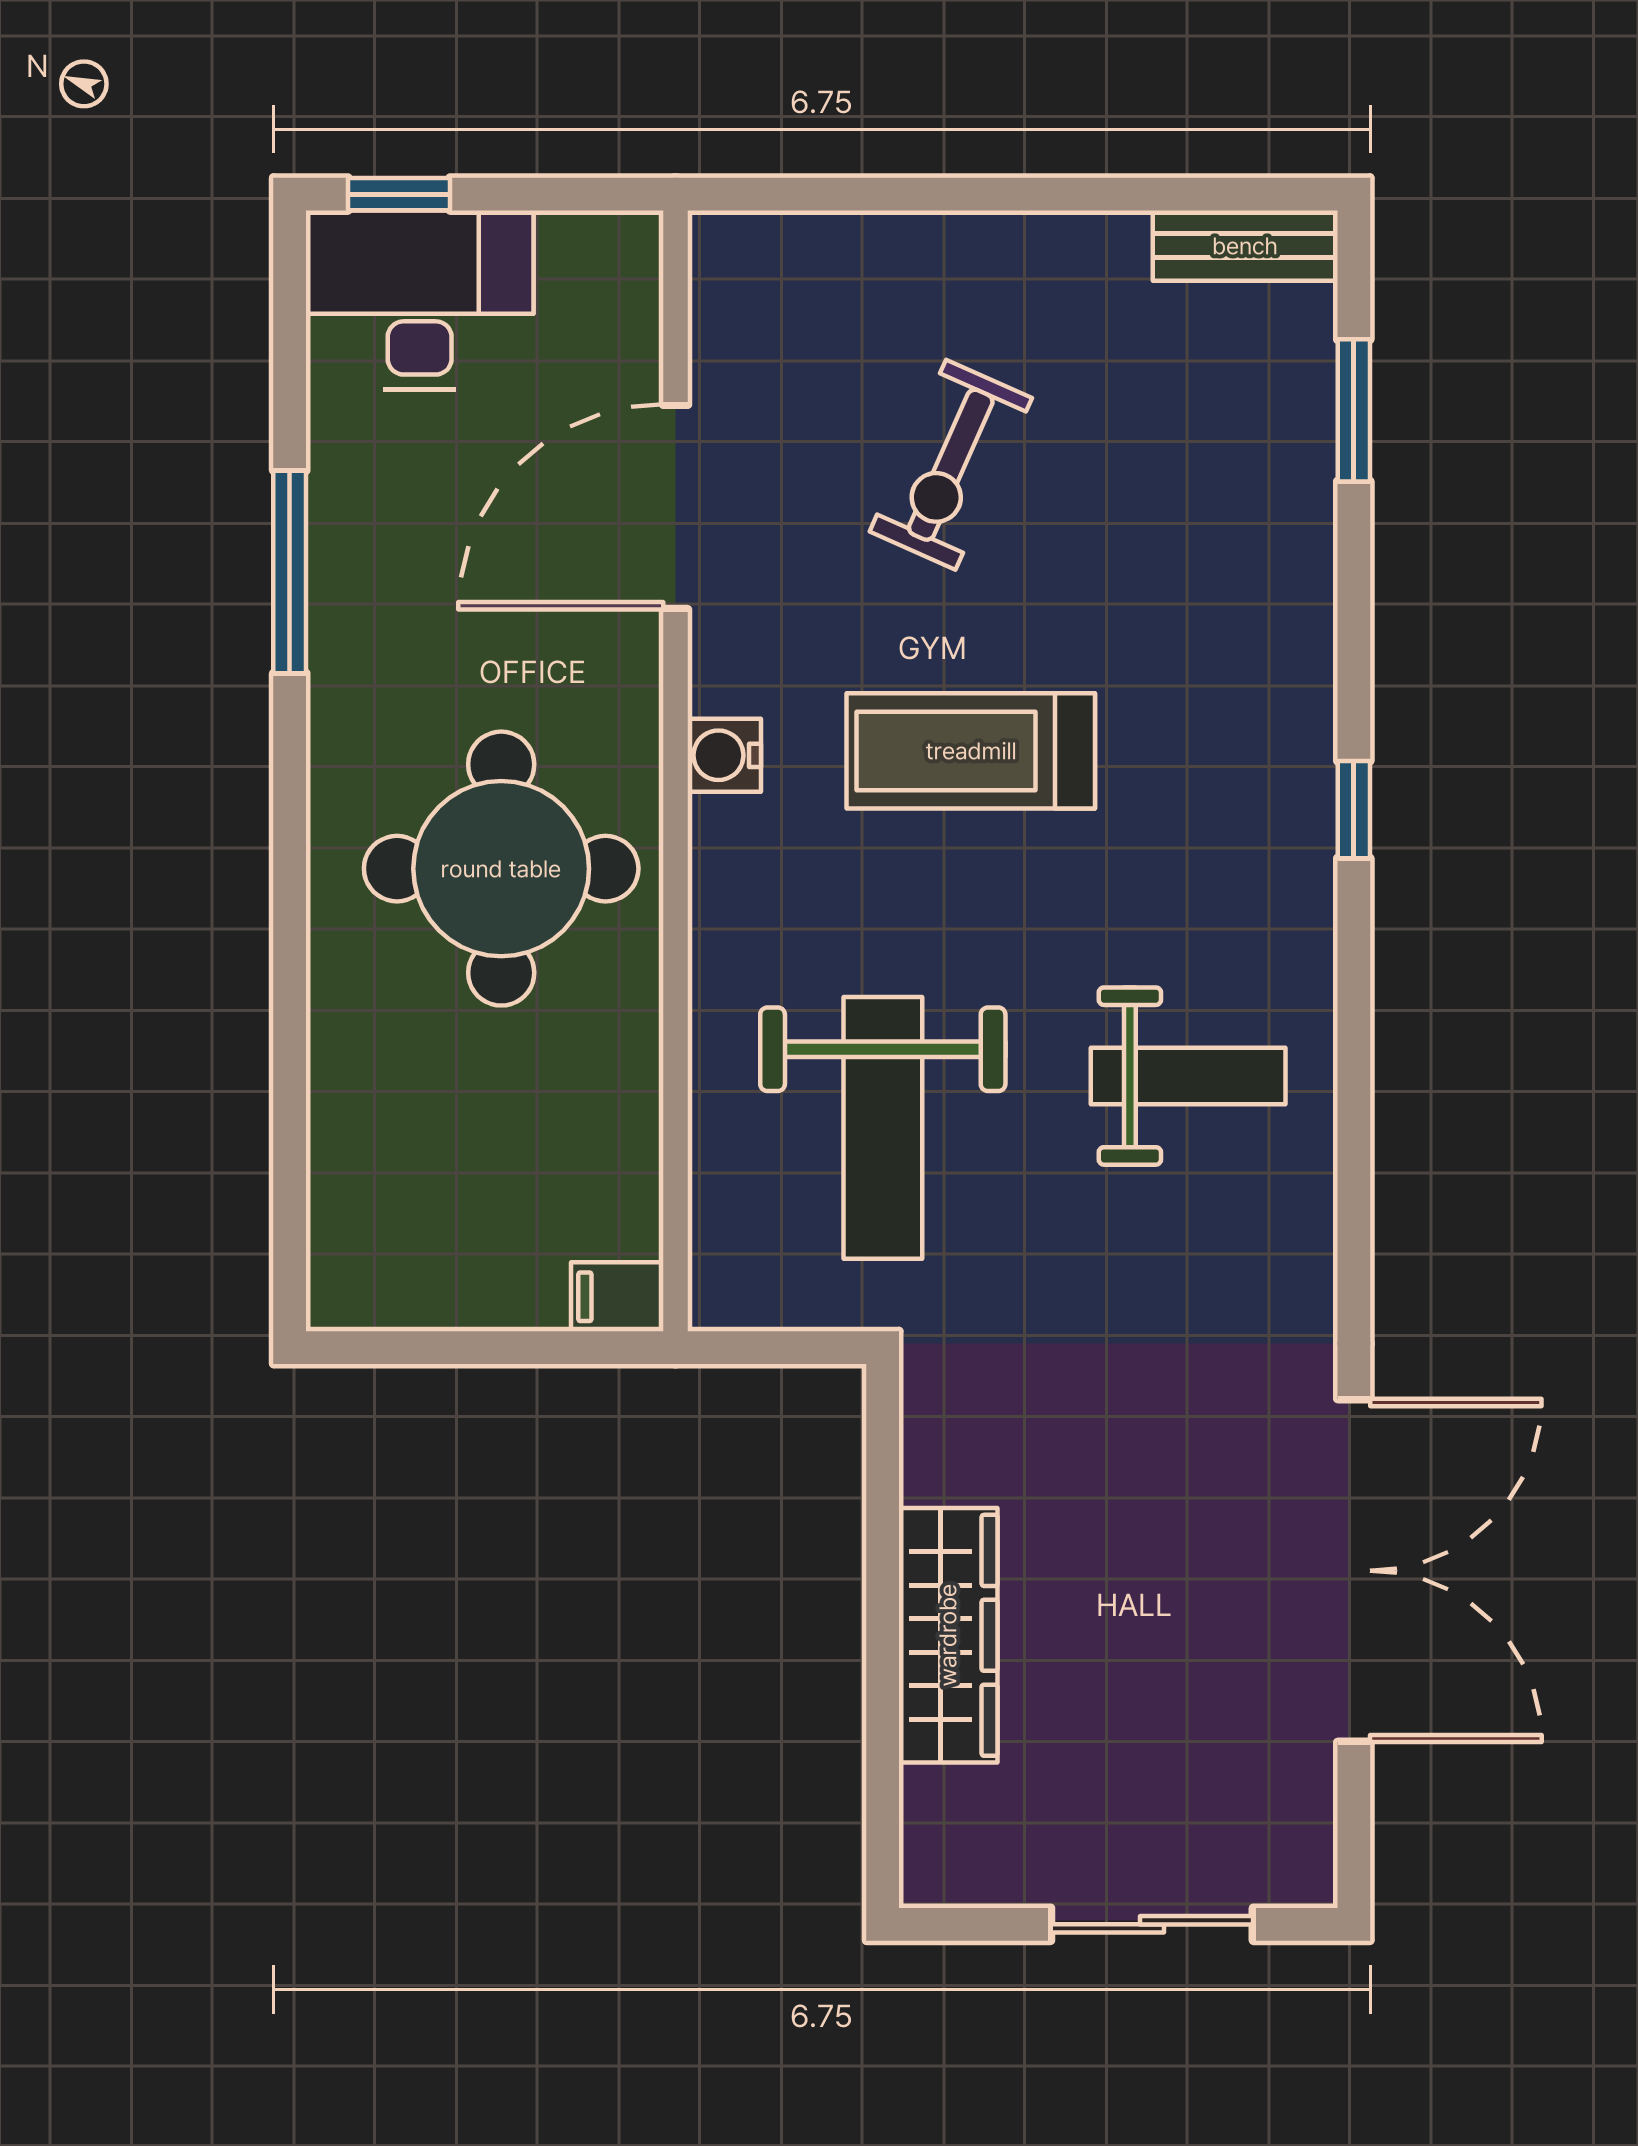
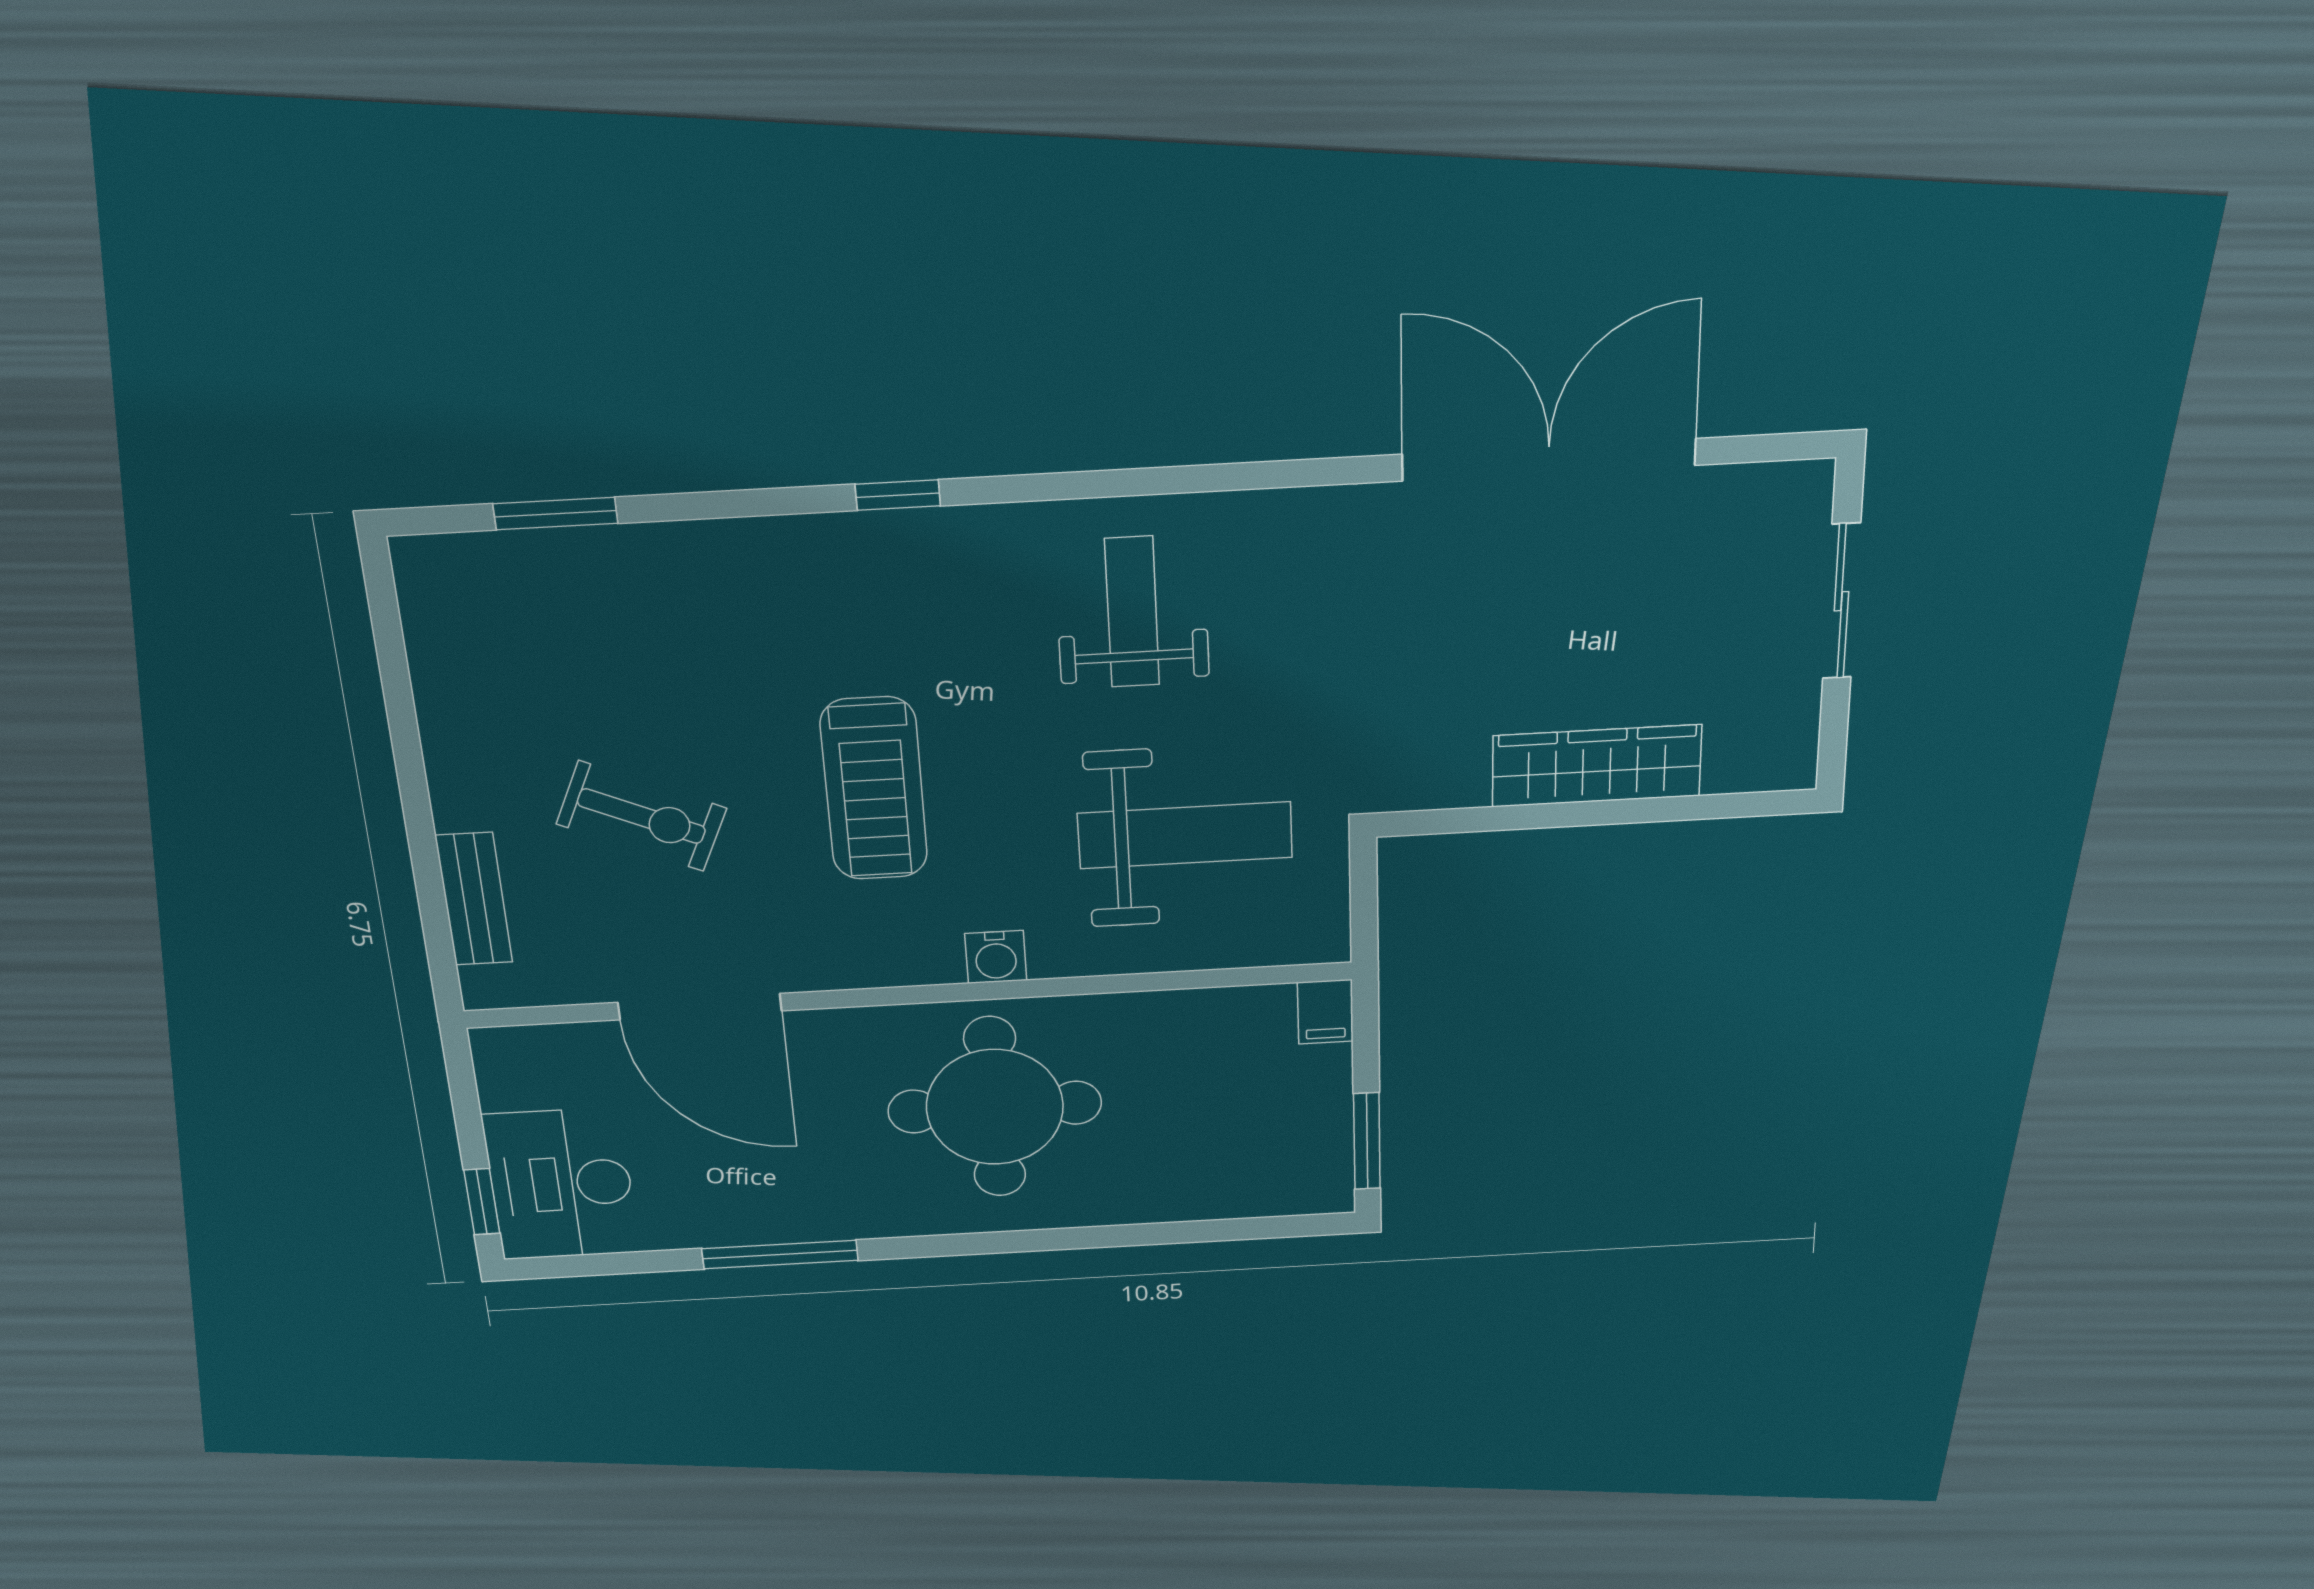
bench: (1245, 246) -> (474, 899), moved
water cooler: (724, 755) -> (996, 957), moved
window: (417, 1348) -> (1367, 1141), added

